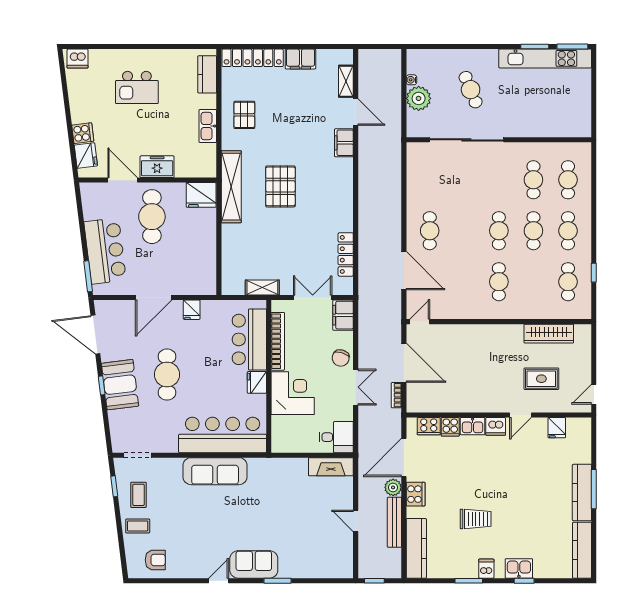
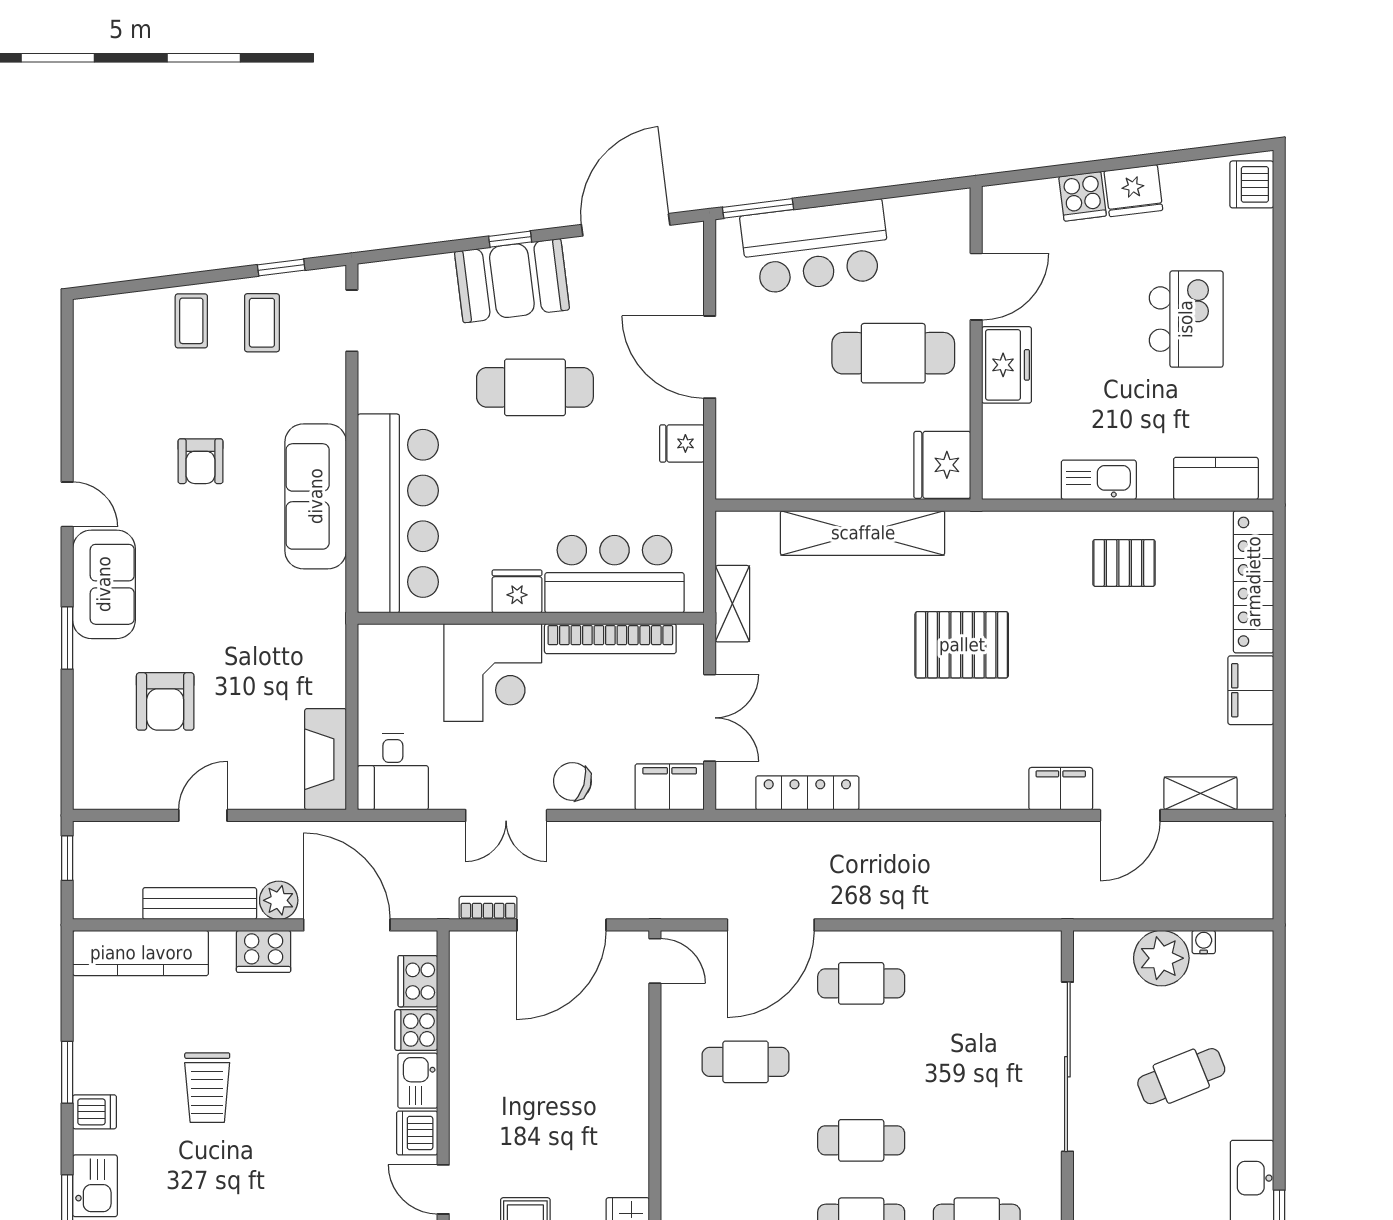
kitchen island: (137, 87) -> (1186, 319), turned 180
fridge: (86, 156) -> (1133, 191), moved
shelving: (231, 187) -> (863, 533), moved
cafe table: (499, 282) -> (746, 1062), moved
coffee table: (139, 495) -> (262, 323), turned 90
armchair: (305, 537) -> (165, 701), added
armchair: (155, 560) -> (200, 461), moved

